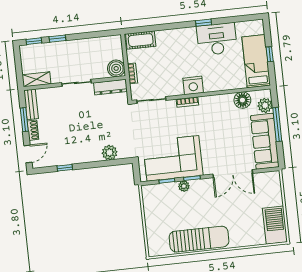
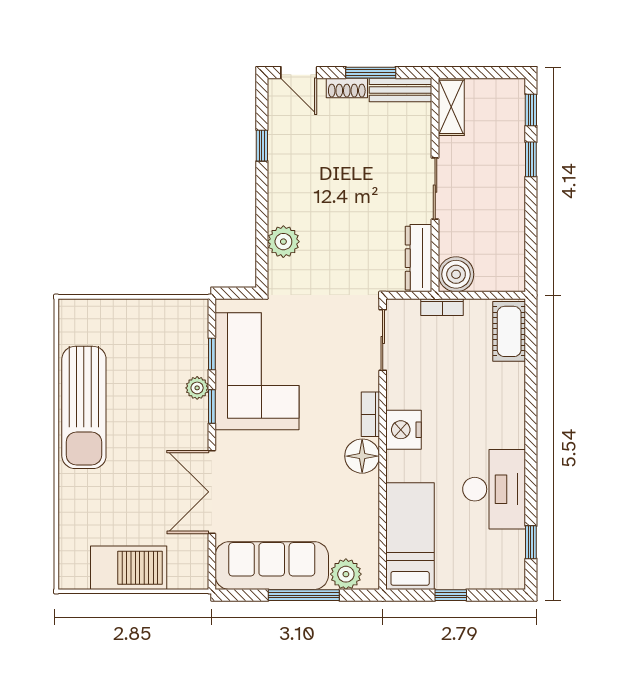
window: (204, 23) -> (531, 542), moved
bed: (256, 61) -> (410, 536), moved, turned -90
floor lamp: (242, 100) -> (362, 456), moved
barbecue: (275, 225) -> (129, 568), moved

